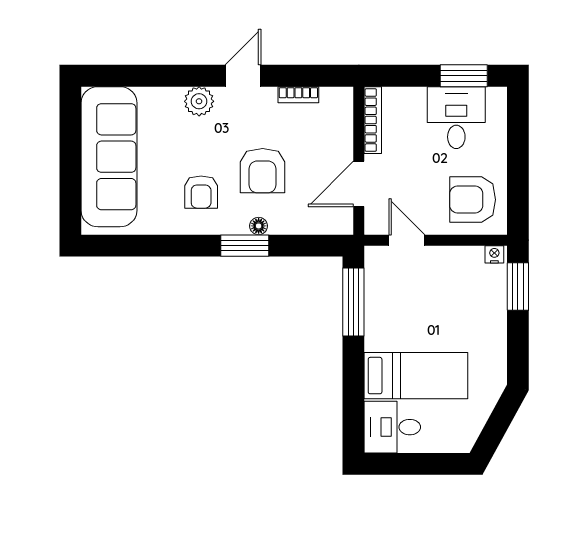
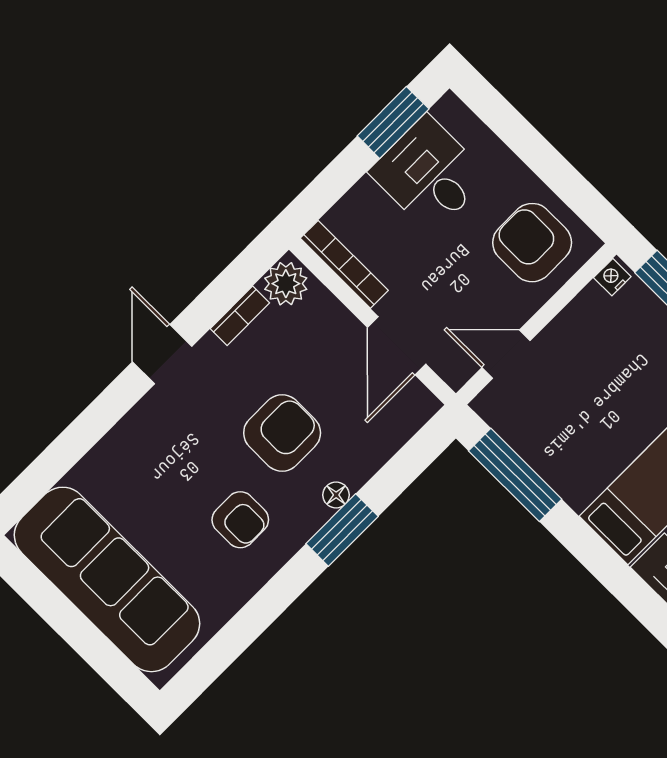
plant: (199, 101) -> (286, 284), moved
armchair: (263, 171) -> (282, 433), turned -90
armchair: (473, 200) -> (532, 243), turned 90

